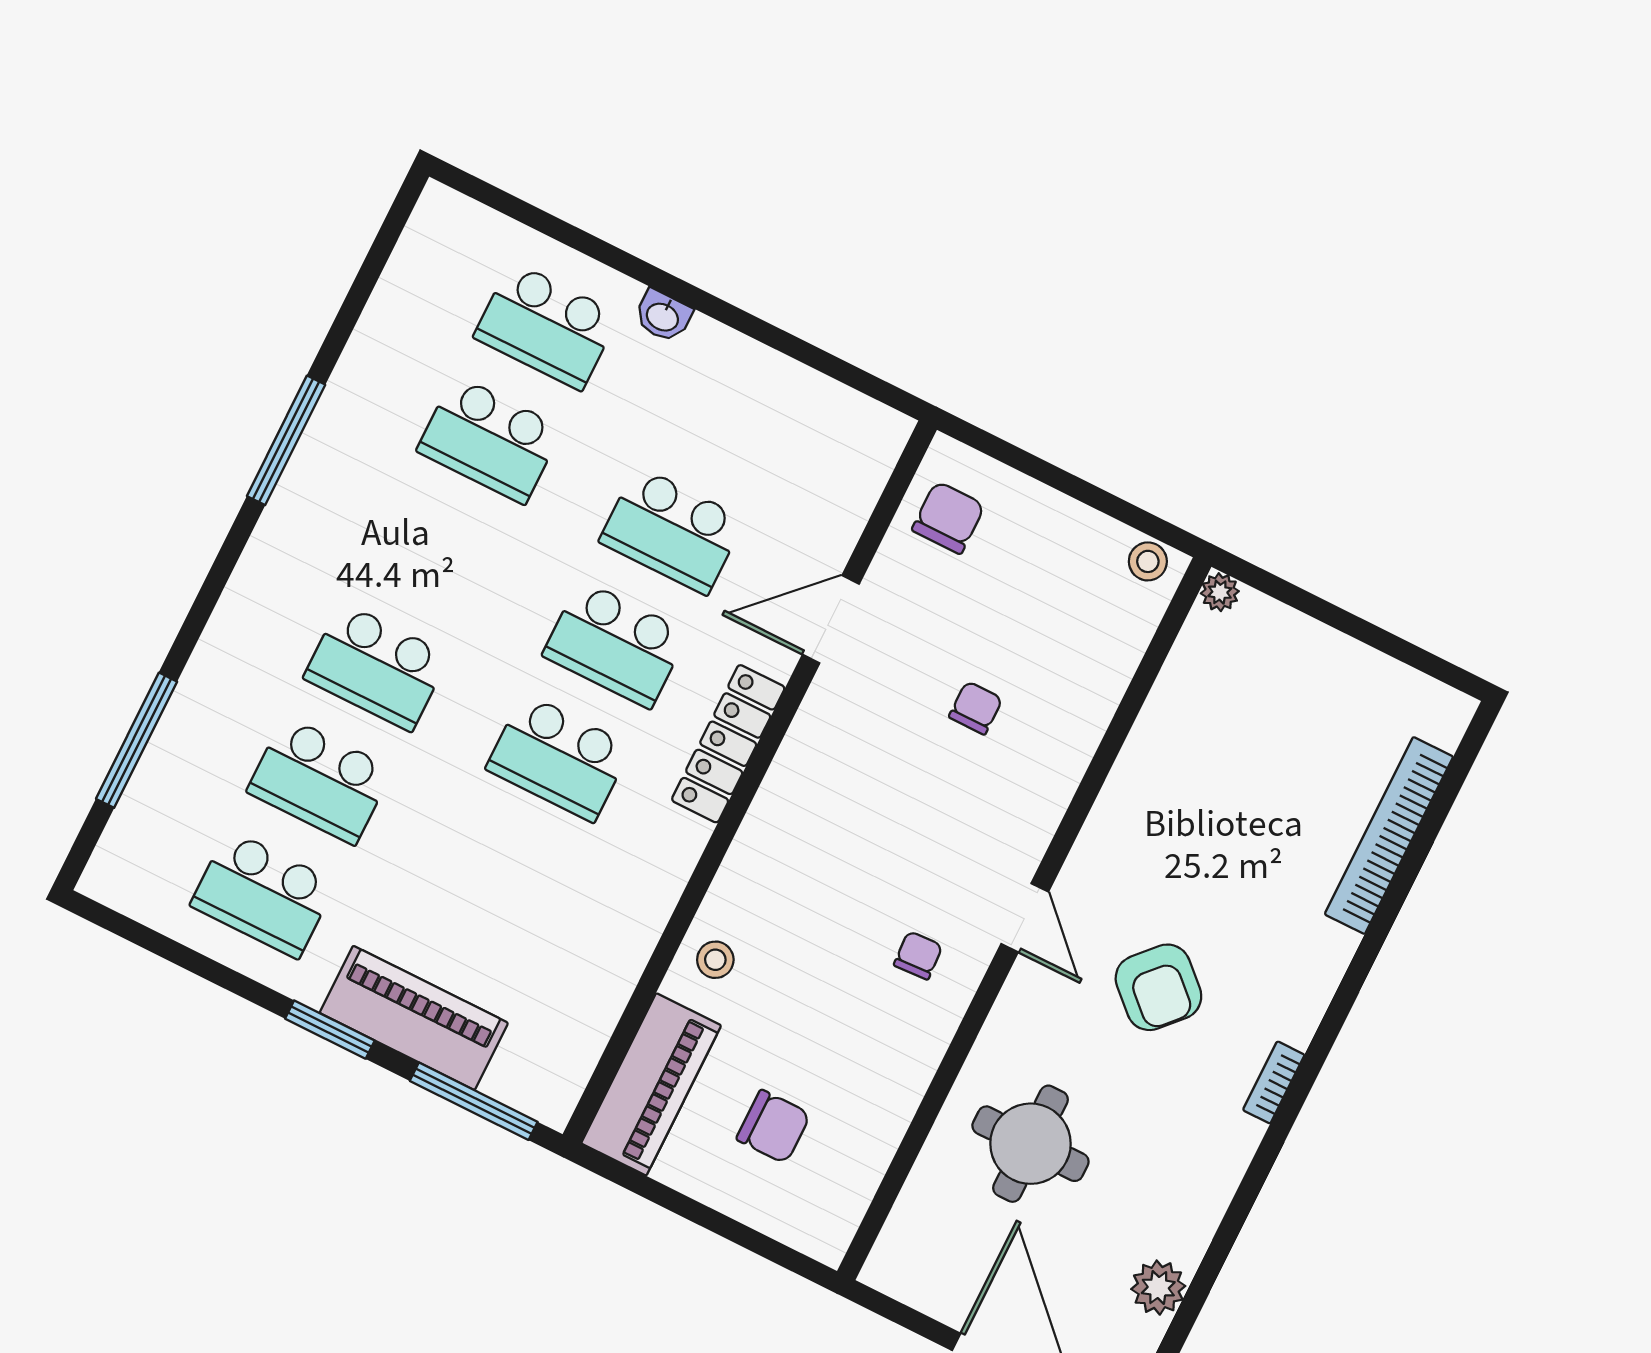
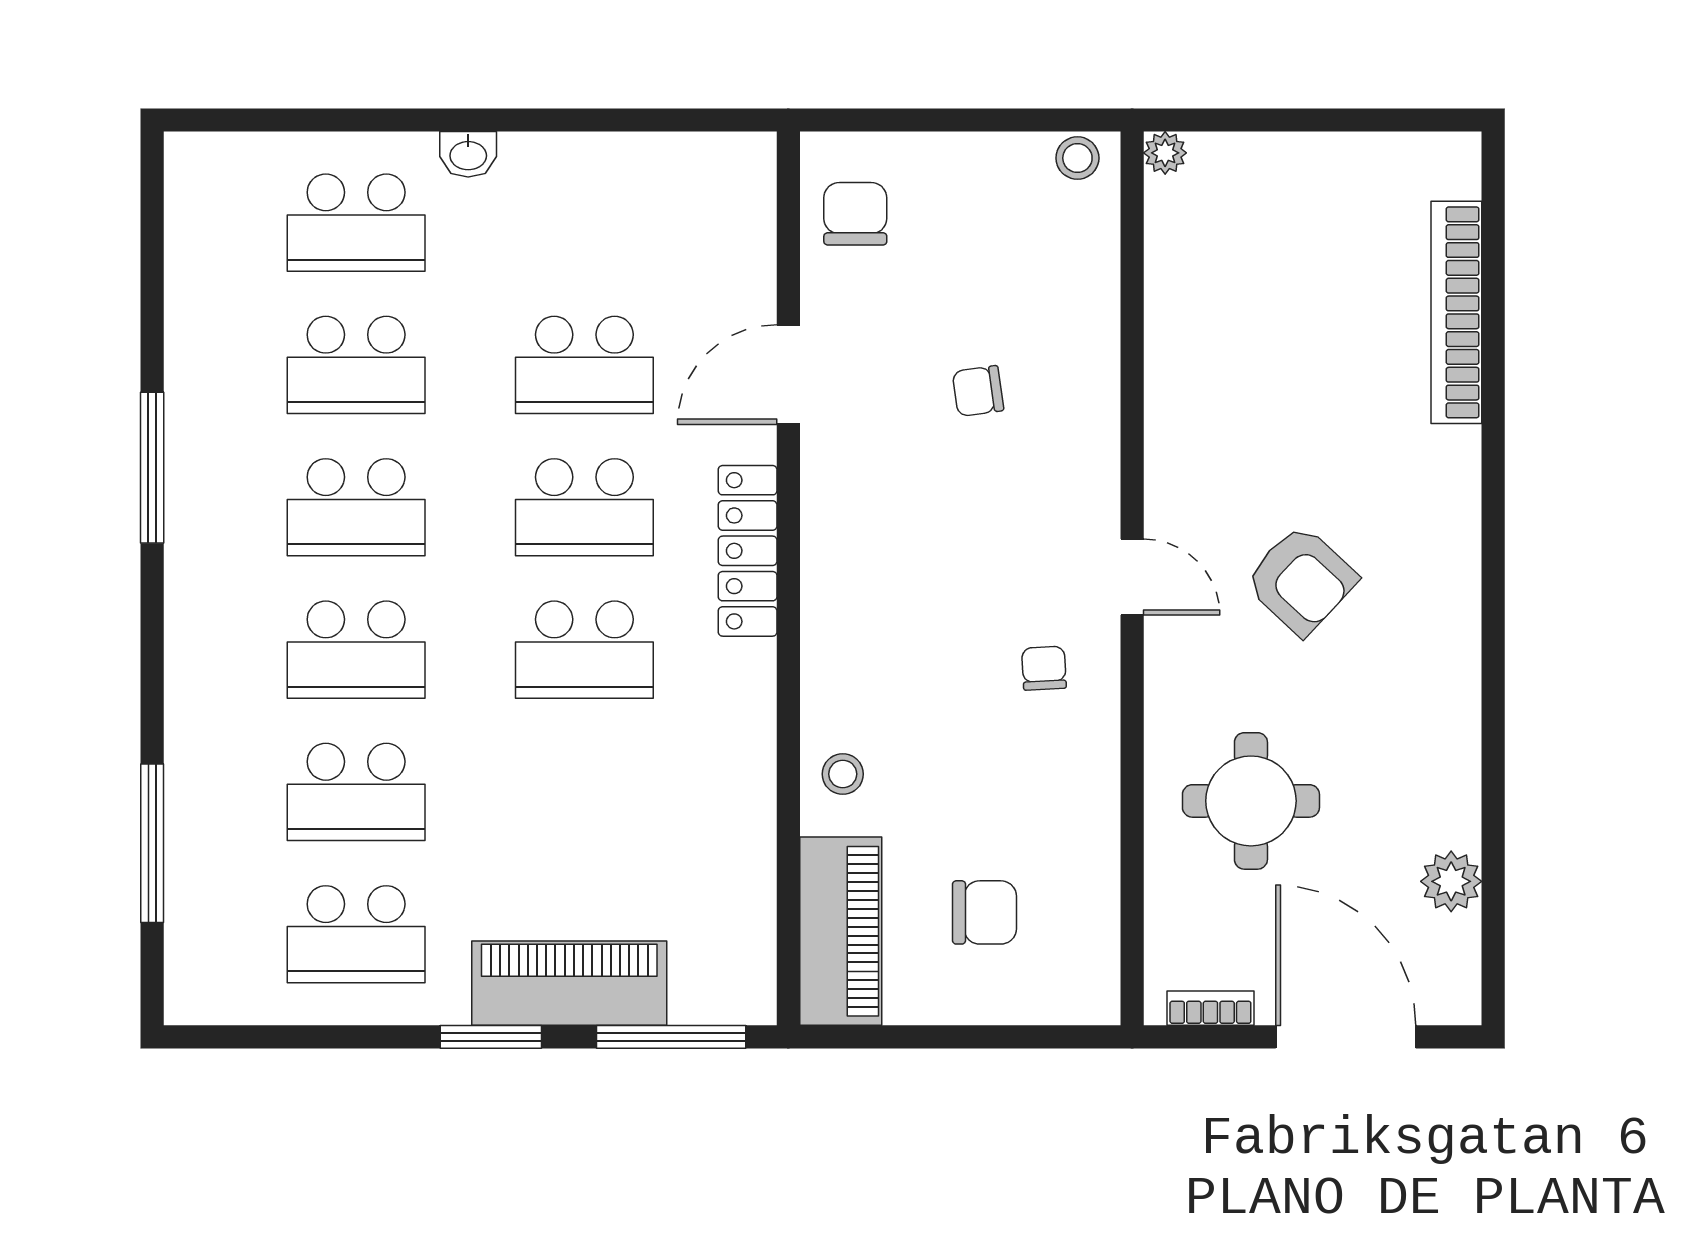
school desk: (433, 553) -> (356, 507), added
chair: (976, 708) -> (978, 391), turned -98
bookcase: (1274, 1082) -> (1210, 1008), moved, turned 90

